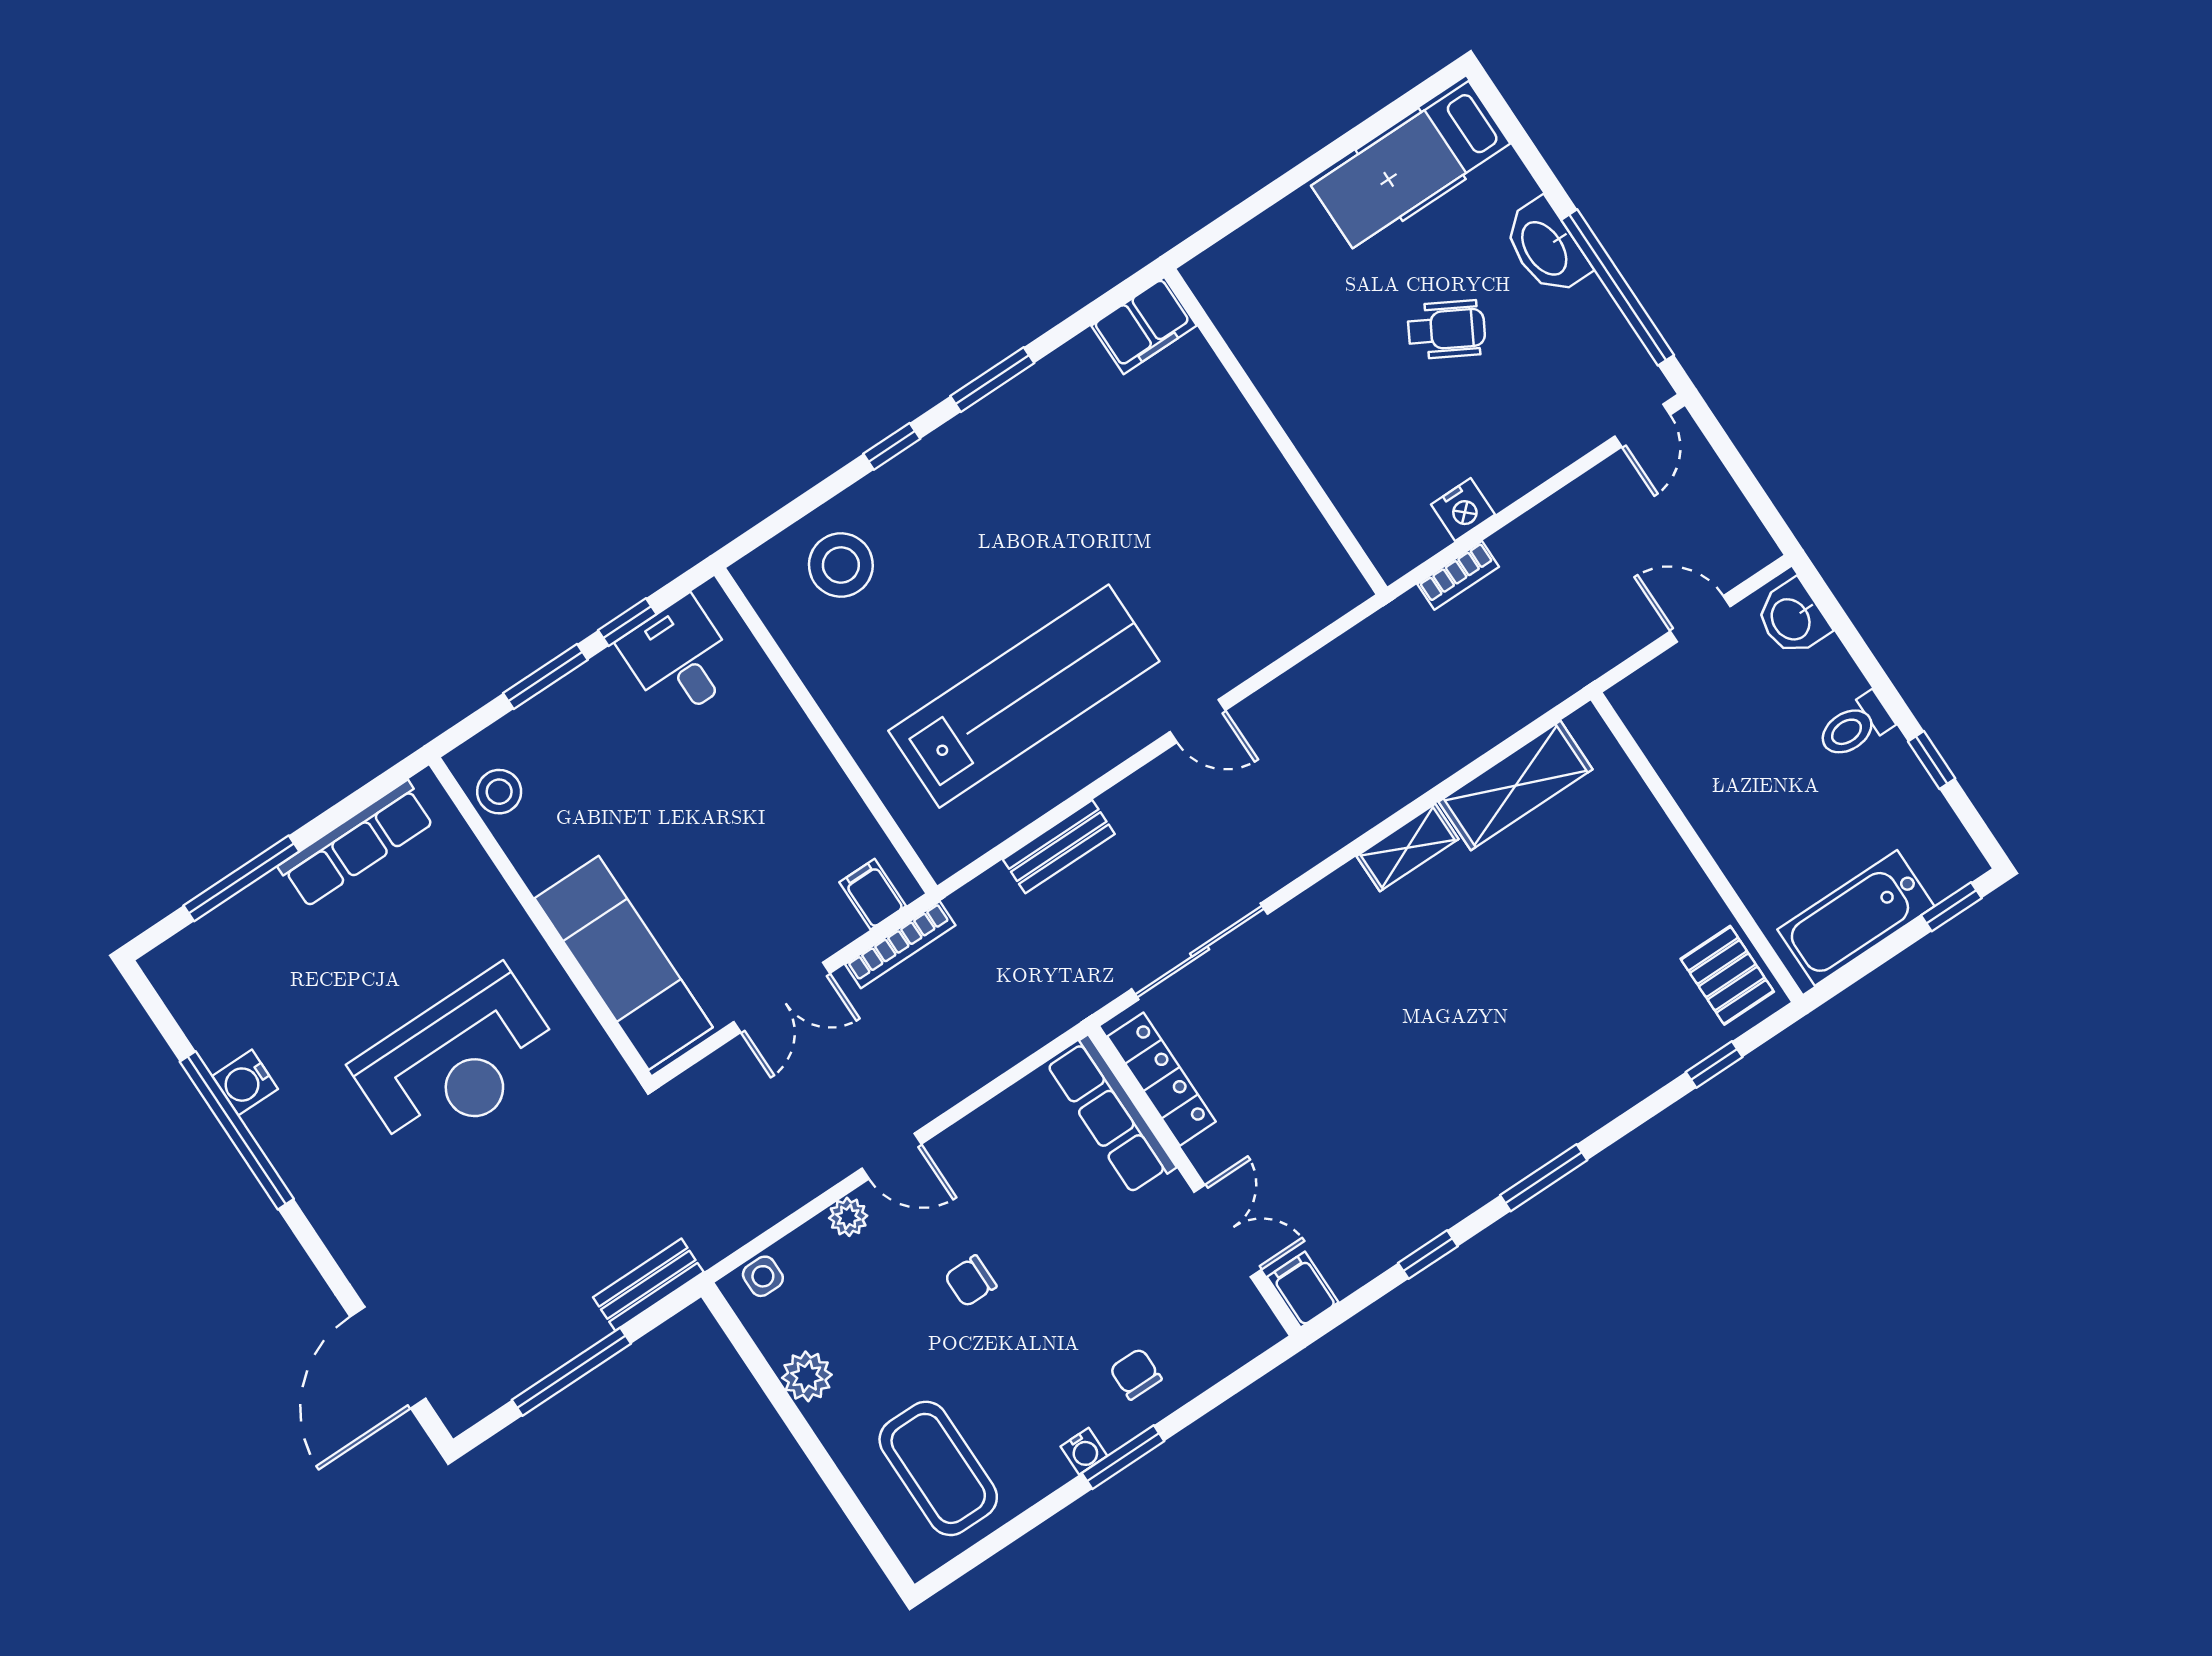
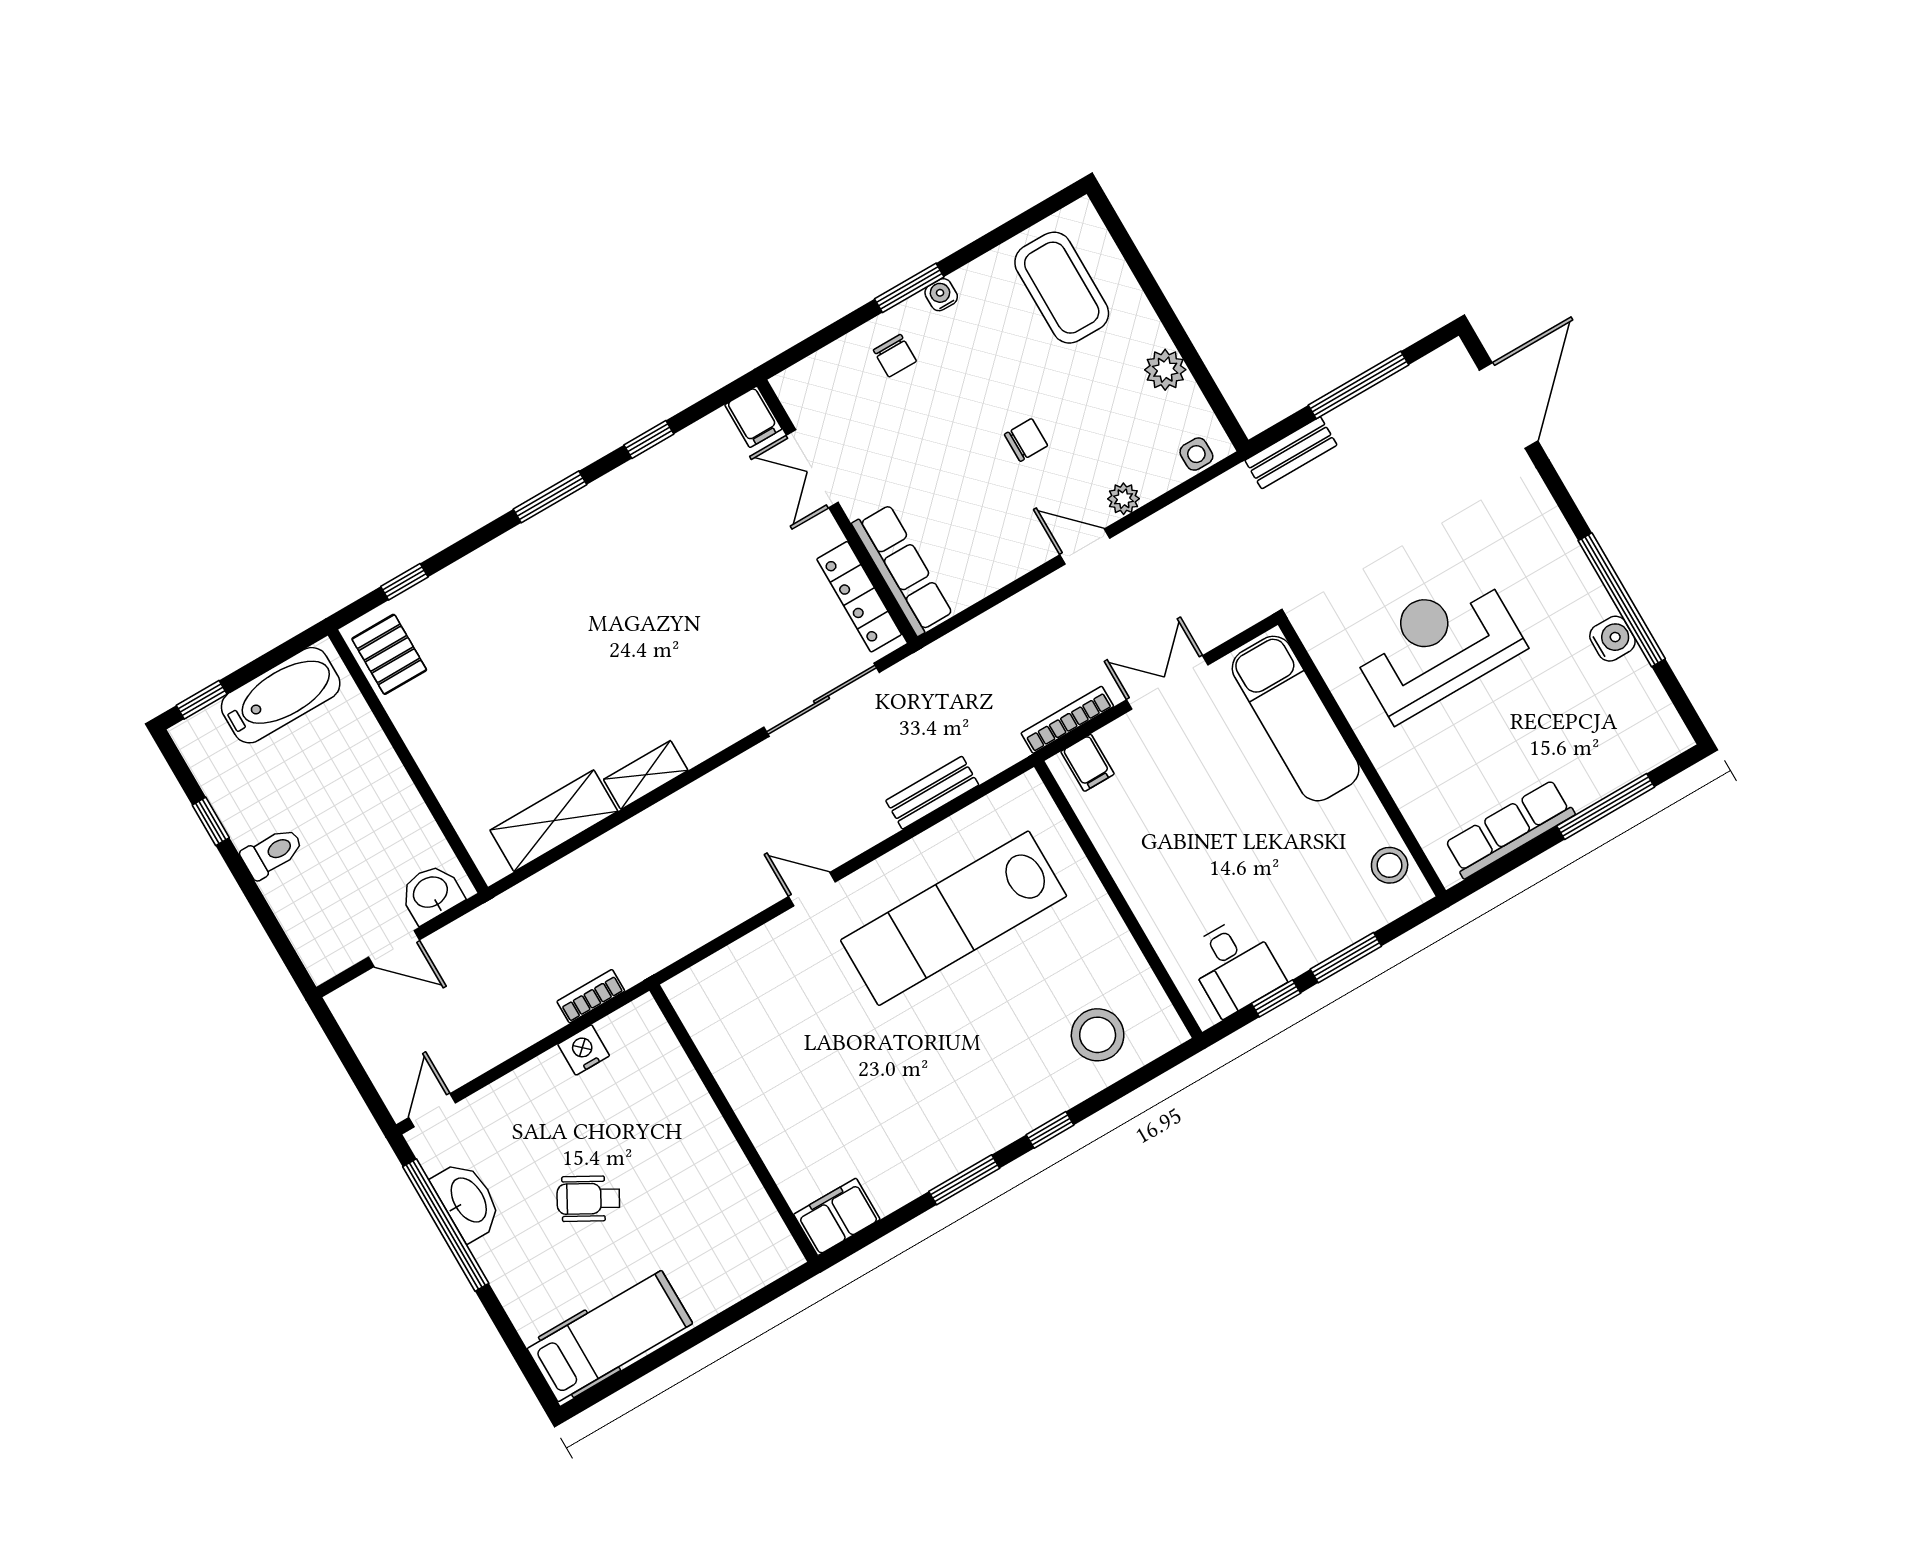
washbasin: (1546, 247) -> (468, 1201), moved
washbasin: (1792, 618) -> (431, 893), moved, turned -90

